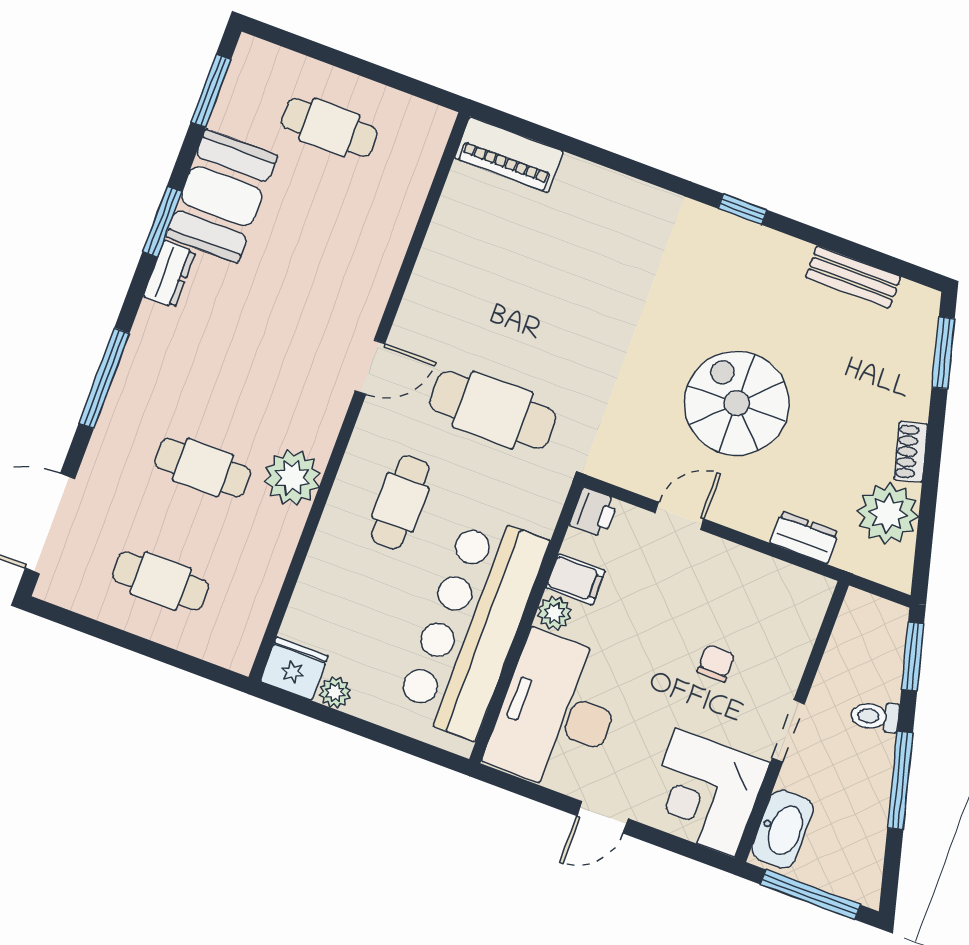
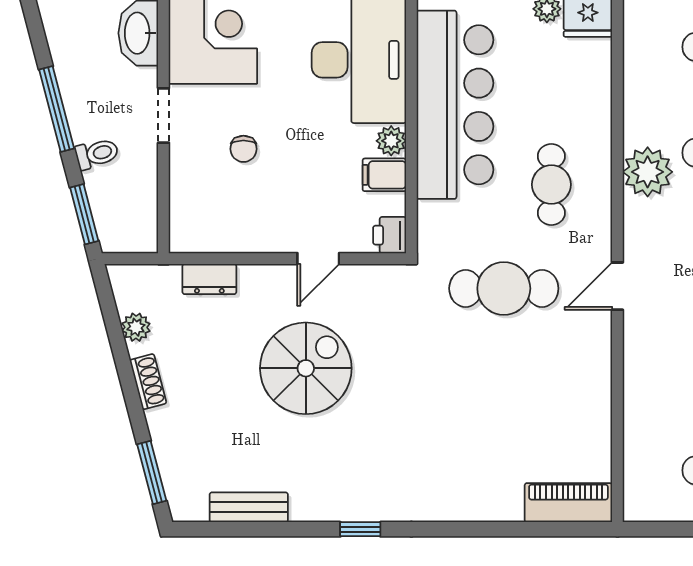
spiral stairs: (737, 403) -> (306, 368), turned -90
plant: (888, 513) -> (136, 327), width x0.53, depth x0.53

